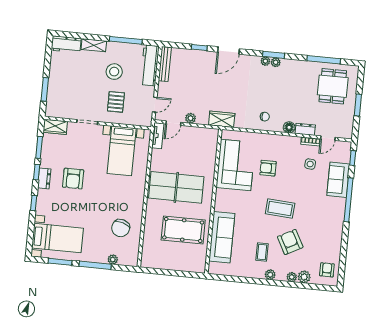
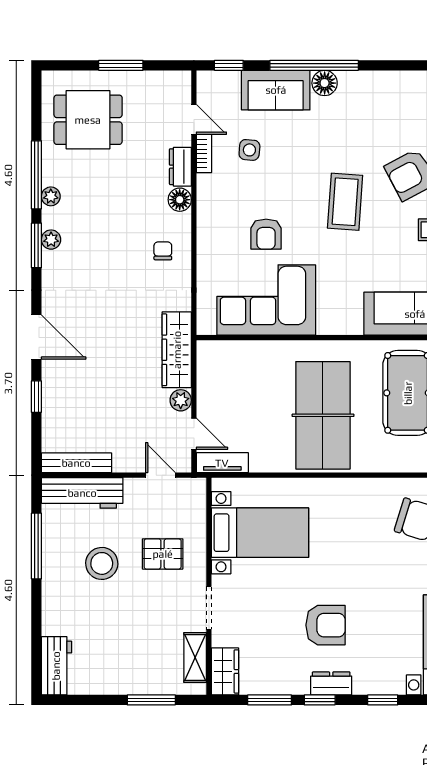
shelving: (94, 45) -> (195, 658), moved
window: (324, 60) -> (36, 175), moved
plant: (265, 61) -> (51, 196), moved
wardrobe: (222, 119) -> (177, 350), width x1.50
floor lamp: (339, 204) -> (325, 83), added

